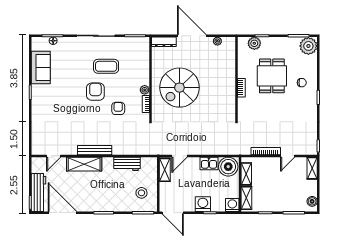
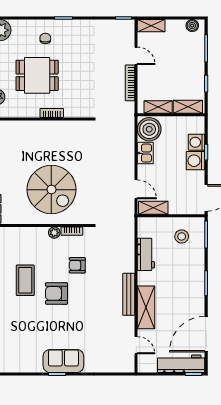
sofa: (41, 68) -> (63, 361), moved
washing machine: (232, 205) -> (197, 142), moved

